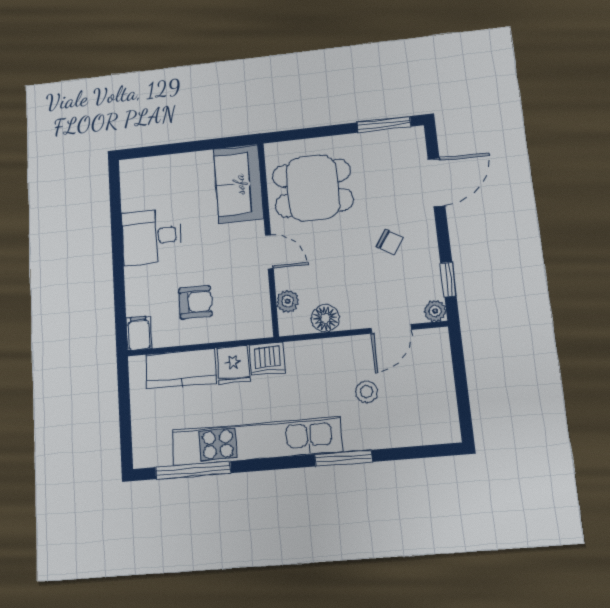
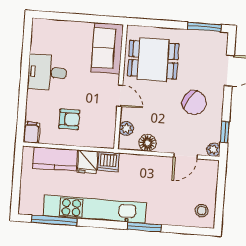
chair: (390, 242) -> (194, 103), width x1.87, depth x1.87
stool: (366, 392) -> (202, 211), moved

